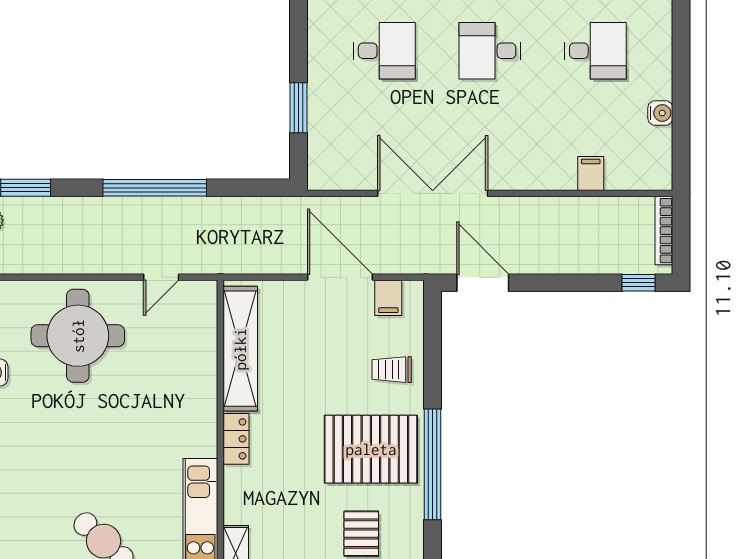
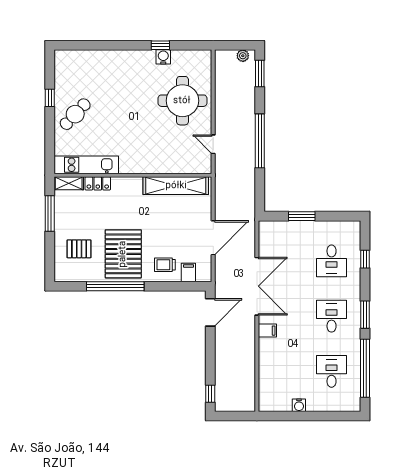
desk: (595, 51) -> (332, 371), turned 180
filing cabinet: (591, 173) -> (267, 331), moved
bookcase: (664, 231) -> (237, 407), removed
filing cabinet: (388, 298) -> (188, 272), moved, turned 90
trolley: (392, 370) -> (165, 265), turned -90
locker: (236, 439) -> (98, 183), moved

